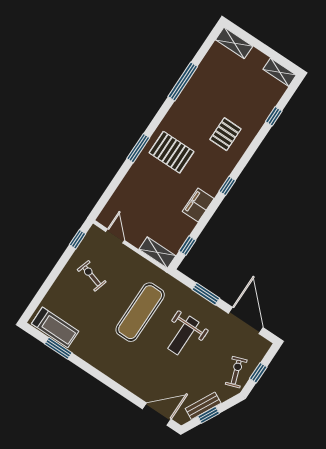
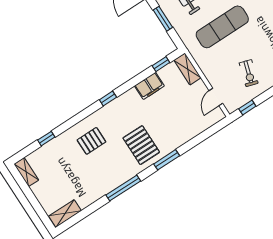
shelving: (234, 43) -> (65, 213), moved, turned 90
window: (183, 82) -> (123, 188), moved
filing cabinet: (198, 205) -> (149, 86), moved

